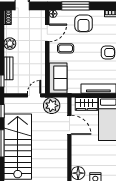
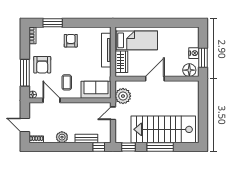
armchair: (84, 23) -> (42, 65), turned 90
door: (34, 95) -> (113, 113), hinge flipped
door: (69, 125) -> (155, 79), moved

